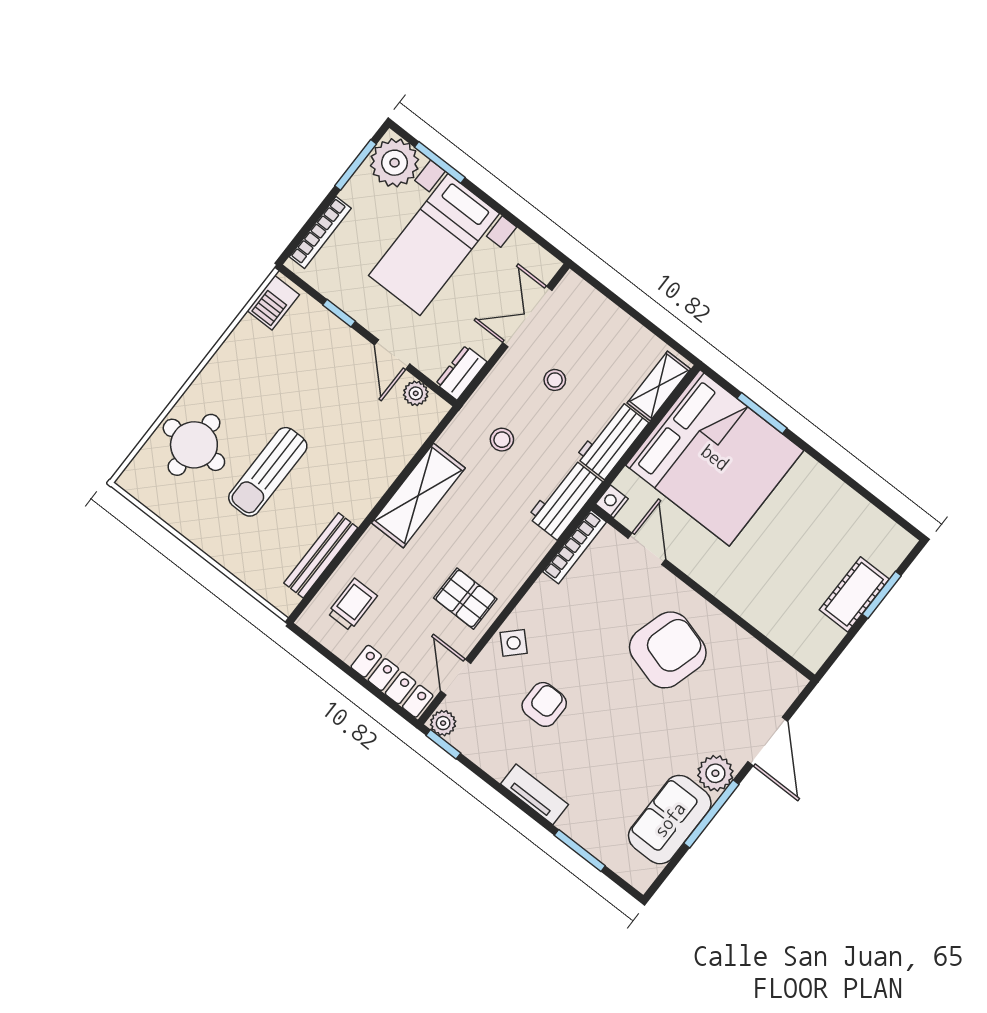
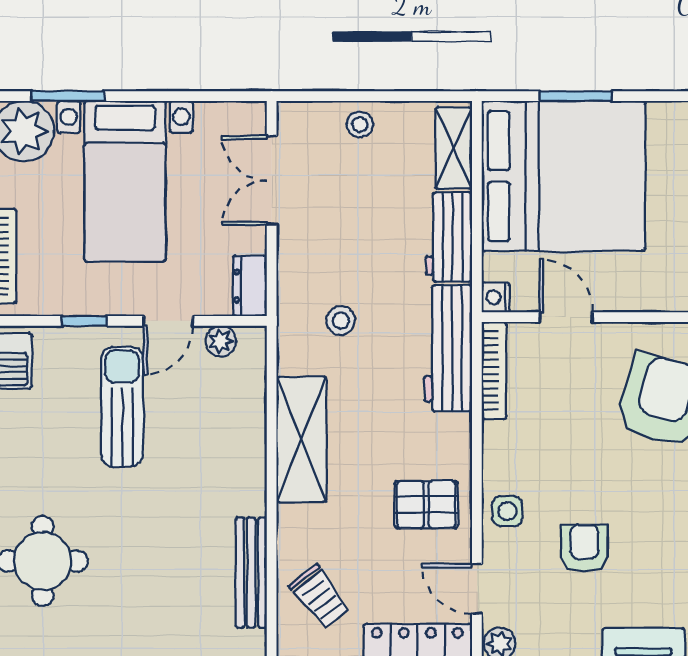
door: (392, 355) -> (168, 321), hinge flipped
stool: (555, 380) -> (360, 124), moved
sun lounger: (268, 472) -> (122, 407), moved, turned 180
workbench: (565, 499) -> (448, 348), width x1.38
trolley: (352, 604) -> (320, 597), turned 142
side table: (514, 643) -> (507, 511), turned 45

